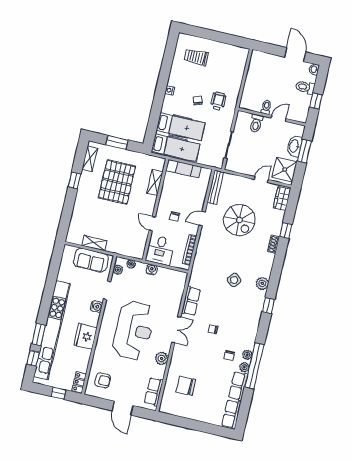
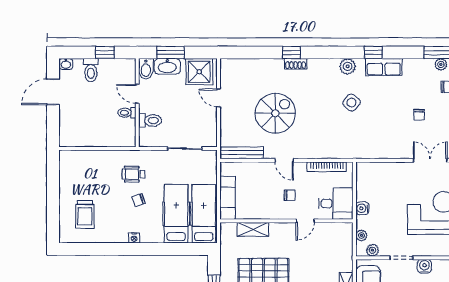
bidet: (296, 129) -> (146, 69), added
wardrobe: (282, 199) -> (236, 67), removed
window: (286, 230) -> (291, 52), moved
row of seats: (191, 301) -> (384, 67), moved, turned 180

